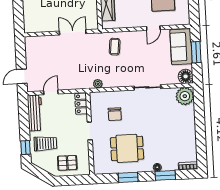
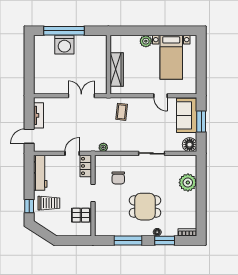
door: (153, 28) -> (160, 96), hinge flipped
tv unit: (30, 55) -> (38, 115), added
door: (51, 92) -> (72, 153), moved
plant: (185, 96) -> (188, 183), moved
dining table: (127, 148) -> (145, 207), moved
pallet: (67, 163) -> (81, 215), moved
window: (128, 177) -> (128, 240), width x1.44

